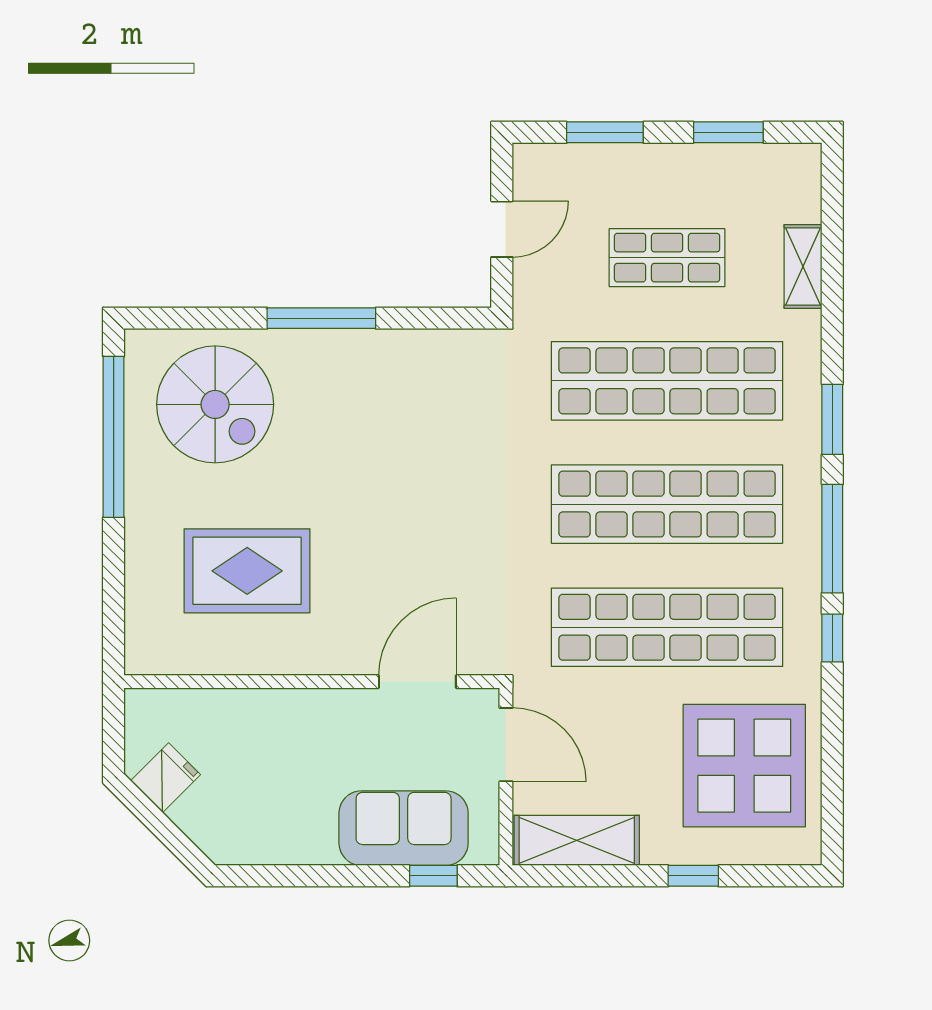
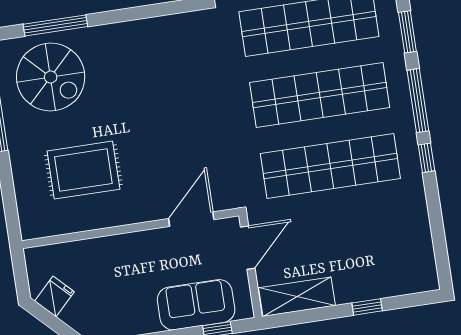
window: (321, 318) -> (55, 25), moved
door: (506, 745) -> (248, 248), hinge flipped
display table: (744, 766) -> (387, 239), removed

